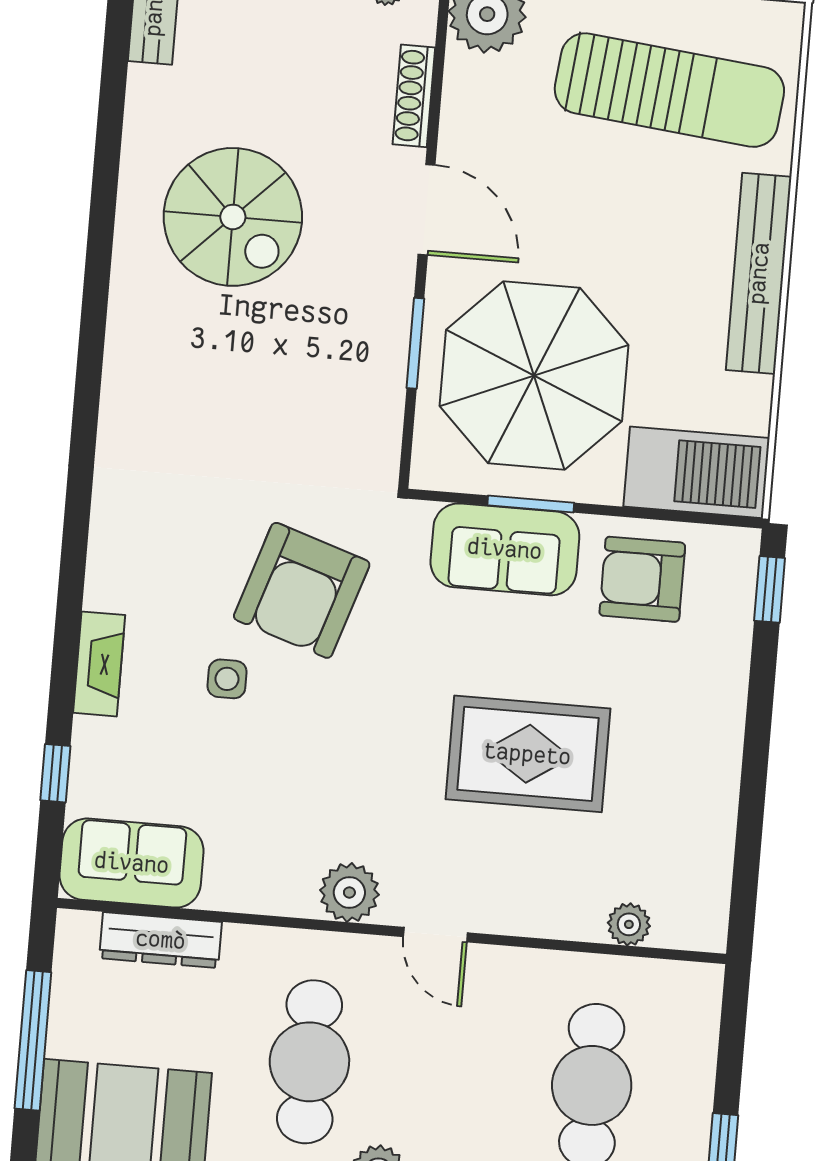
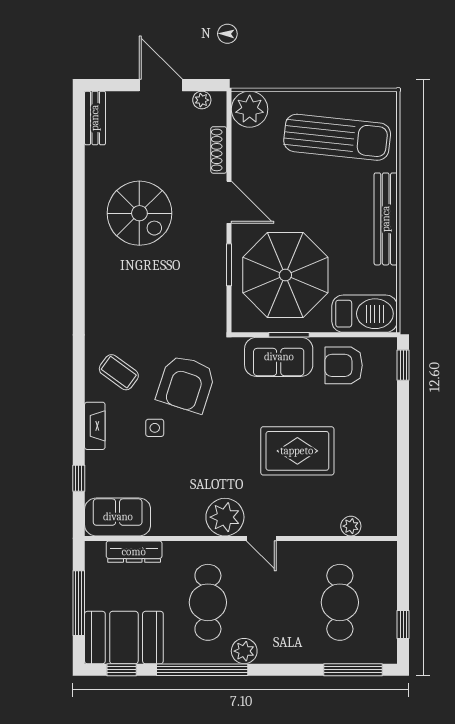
coffee table: (160, 553) -> (119, 372), added
plant: (349, 892) -> (225, 517), width x1.36, depth x1.36

